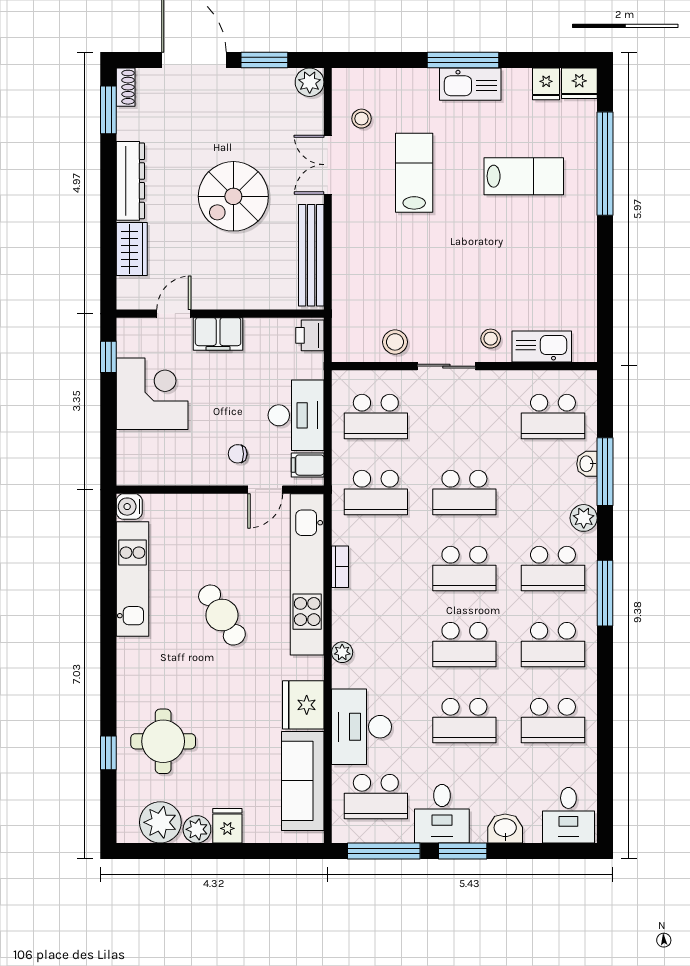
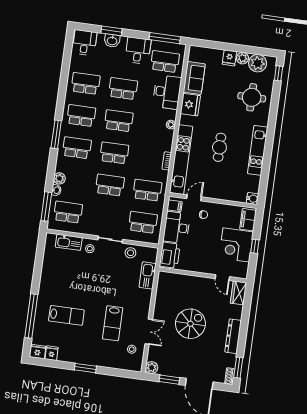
window: (463, 60) -> (85, 368), width x0.69
kitchen sink: (470, 84) -> (148, 275), moved, turned -90
lab bench: (524, 176) -> (66, 315), turned 180
wardrobe: (132, 249) -> (238, 293), moved
bench: (311, 255) -> (161, 294), removed
door: (174, 314) -> (222, 278), hinge flipped
filing cabinet: (218, 334) -> (248, 220), moved, turned -90
printer: (310, 335) -> (170, 255), width x1.87, depth x1.48
window: (108, 357) -> (255, 246), moved
window: (605, 472) -> (46, 206), moved
plant: (584, 518) -> (59, 178), moved
kitchen unit: (132, 579) -> (258, 150), moved
cafe table: (222, 615) -> (219, 147), turned 32
window: (108, 753) -> (279, 73), moved
sofa: (303, 781) -> (194, 78), width x0.73
window: (463, 851) -> (112, 31), moved

